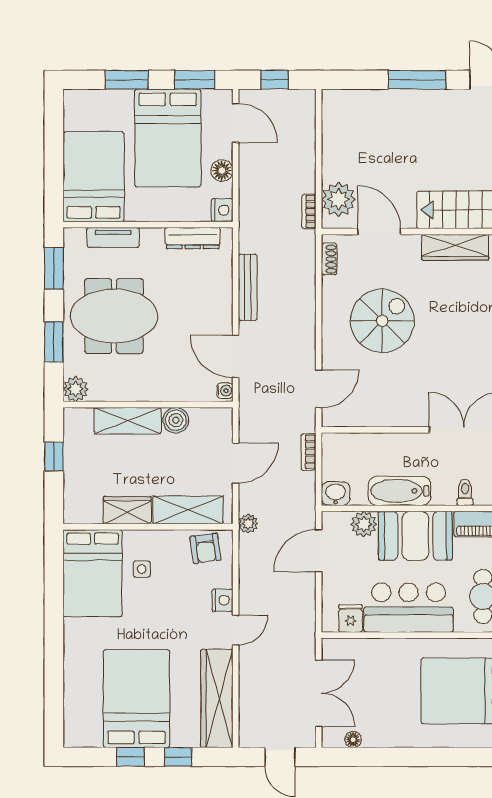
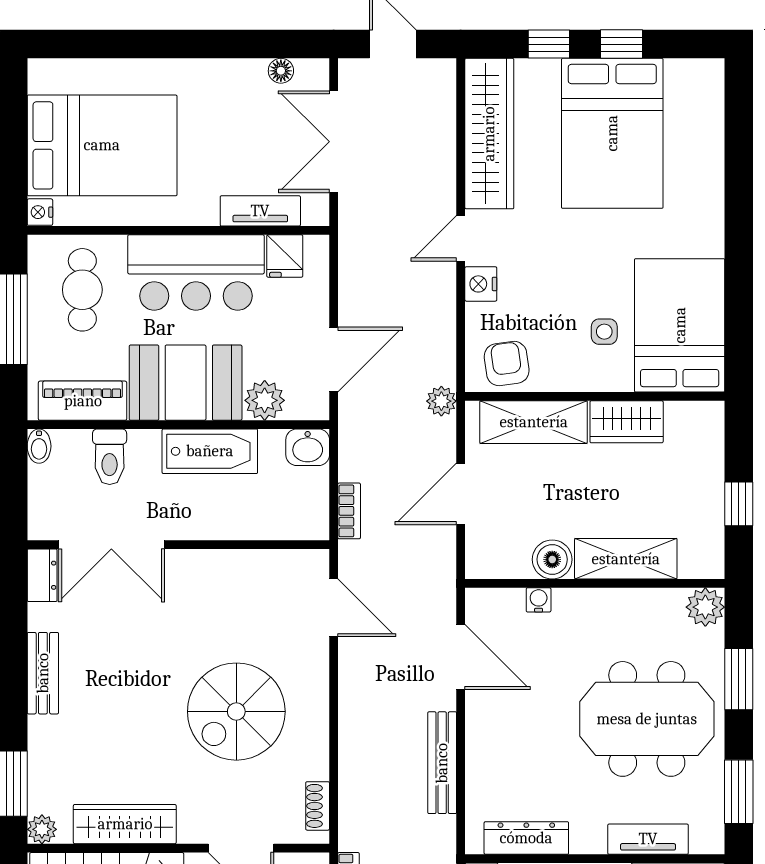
door: (319, 389) -> (334, 608), swing flipped
water cooler: (225, 391) -> (539, 600), moved, turned 90
toilet: (465, 492) -> (110, 457), width x1.37, depth x1.39
tv unit: (367, 648) -> (260, 211), added

